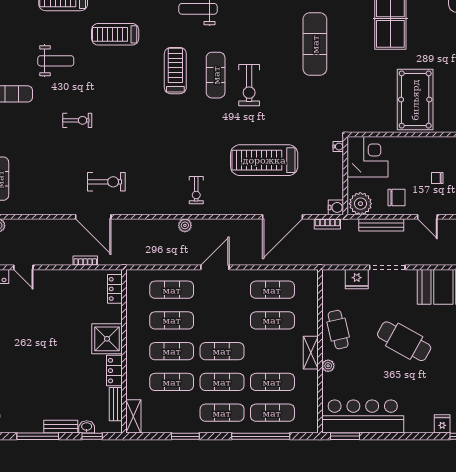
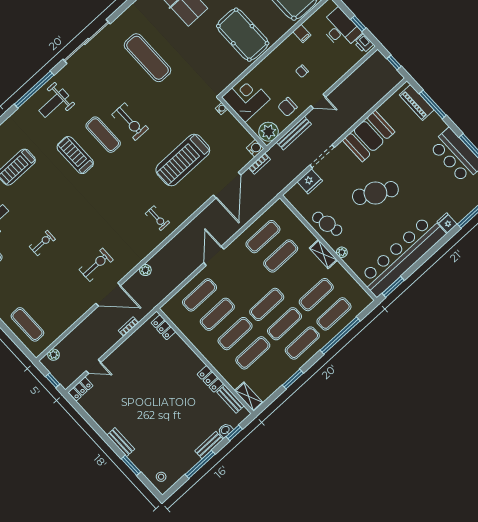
chair: (396, 197) -> (288, 107), turned 180
plant: (185, 225) -> (145, 270), moved
shower: (107, 339) -> (187, 363), removed
bar counter: (363, 416) -> (402, 256), width x1.36

